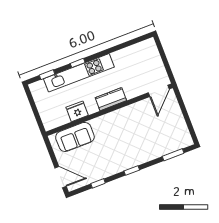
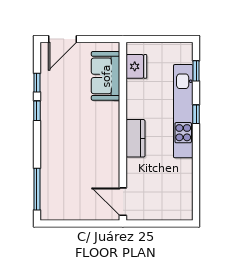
fridge: (77, 111) -> (136, 66), moved
window: (173, 155) -> (37, 189), width x1.44
window: (132, 171) -> (37, 111), moved

